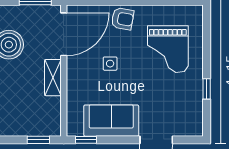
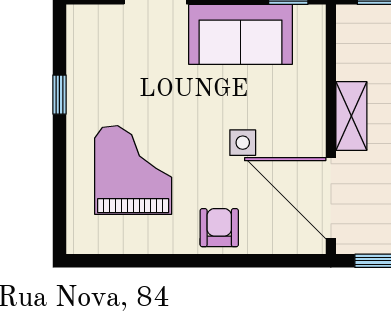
armchair: (122, 19) -> (219, 228), turned 80
door: (64, 34) -> (331, 198), hinge flipped

